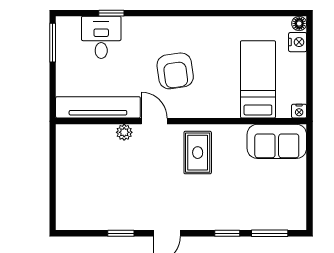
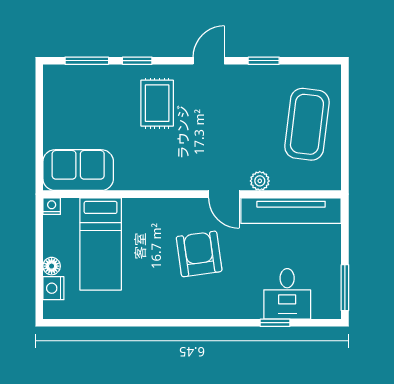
floor lamp: (299, 23) -> (52, 266), moved
rug: (198, 153) -> (157, 103), moved
coffee table: (85, 180) -> (307, 124), added

